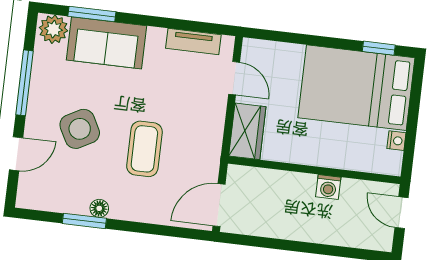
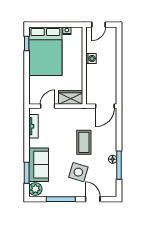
side table: (80, 129) -> (78, 172), turned 45
coffee table: (144, 149) -> (84, 142), turned 90
door: (219, 205) -> (105, 106), hinge flipped
window: (84, 221) -> (119, 165), width x1.44

